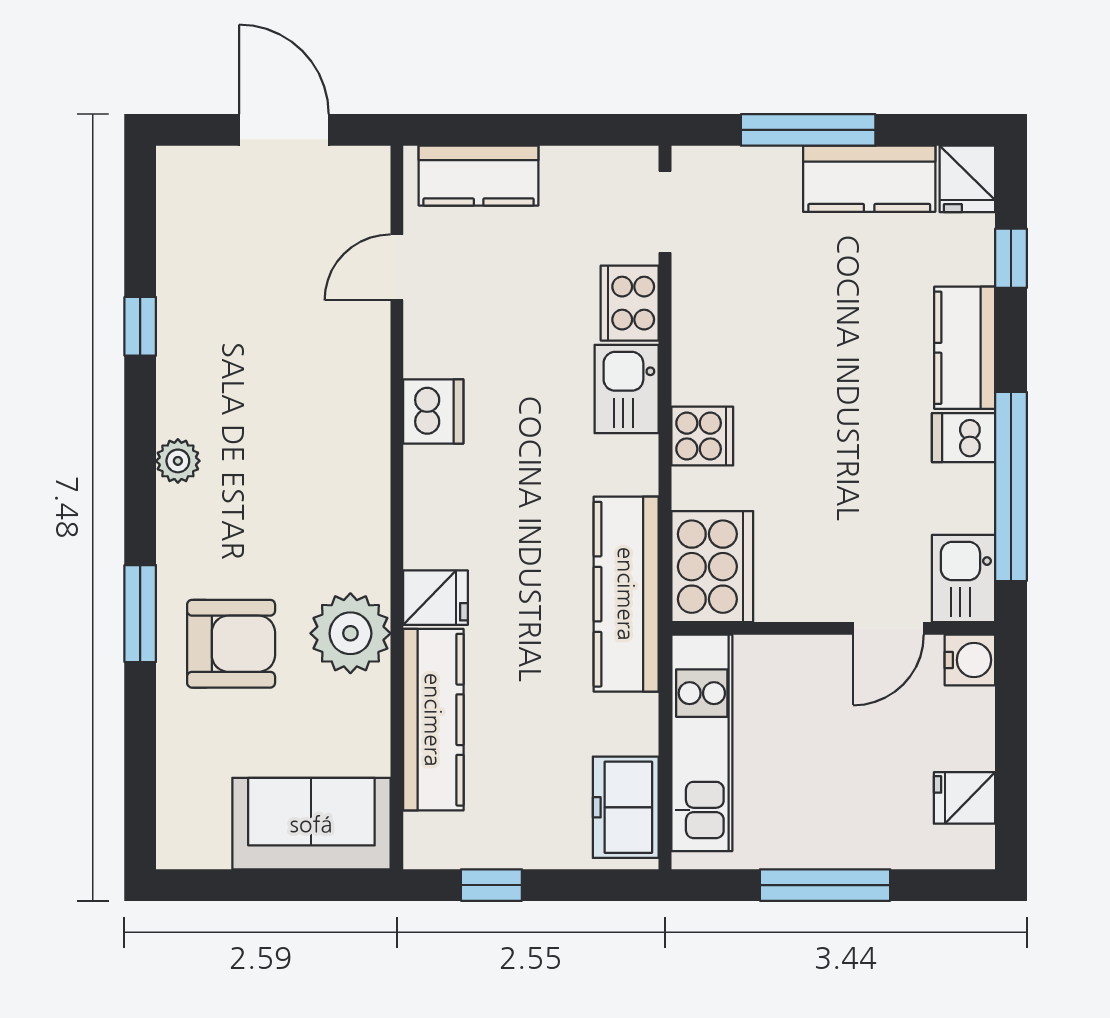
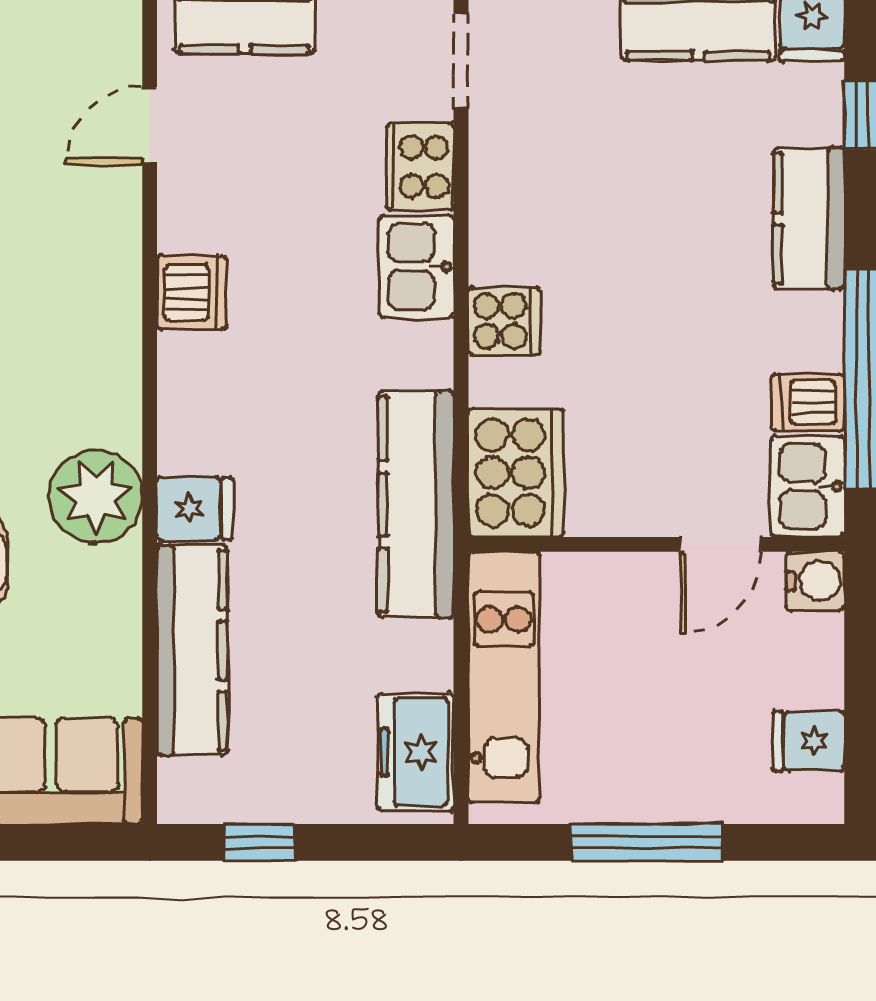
dishwasher: (964, 438) -> (808, 402), moved
plant: (350, 633) -> (96, 497), moved

